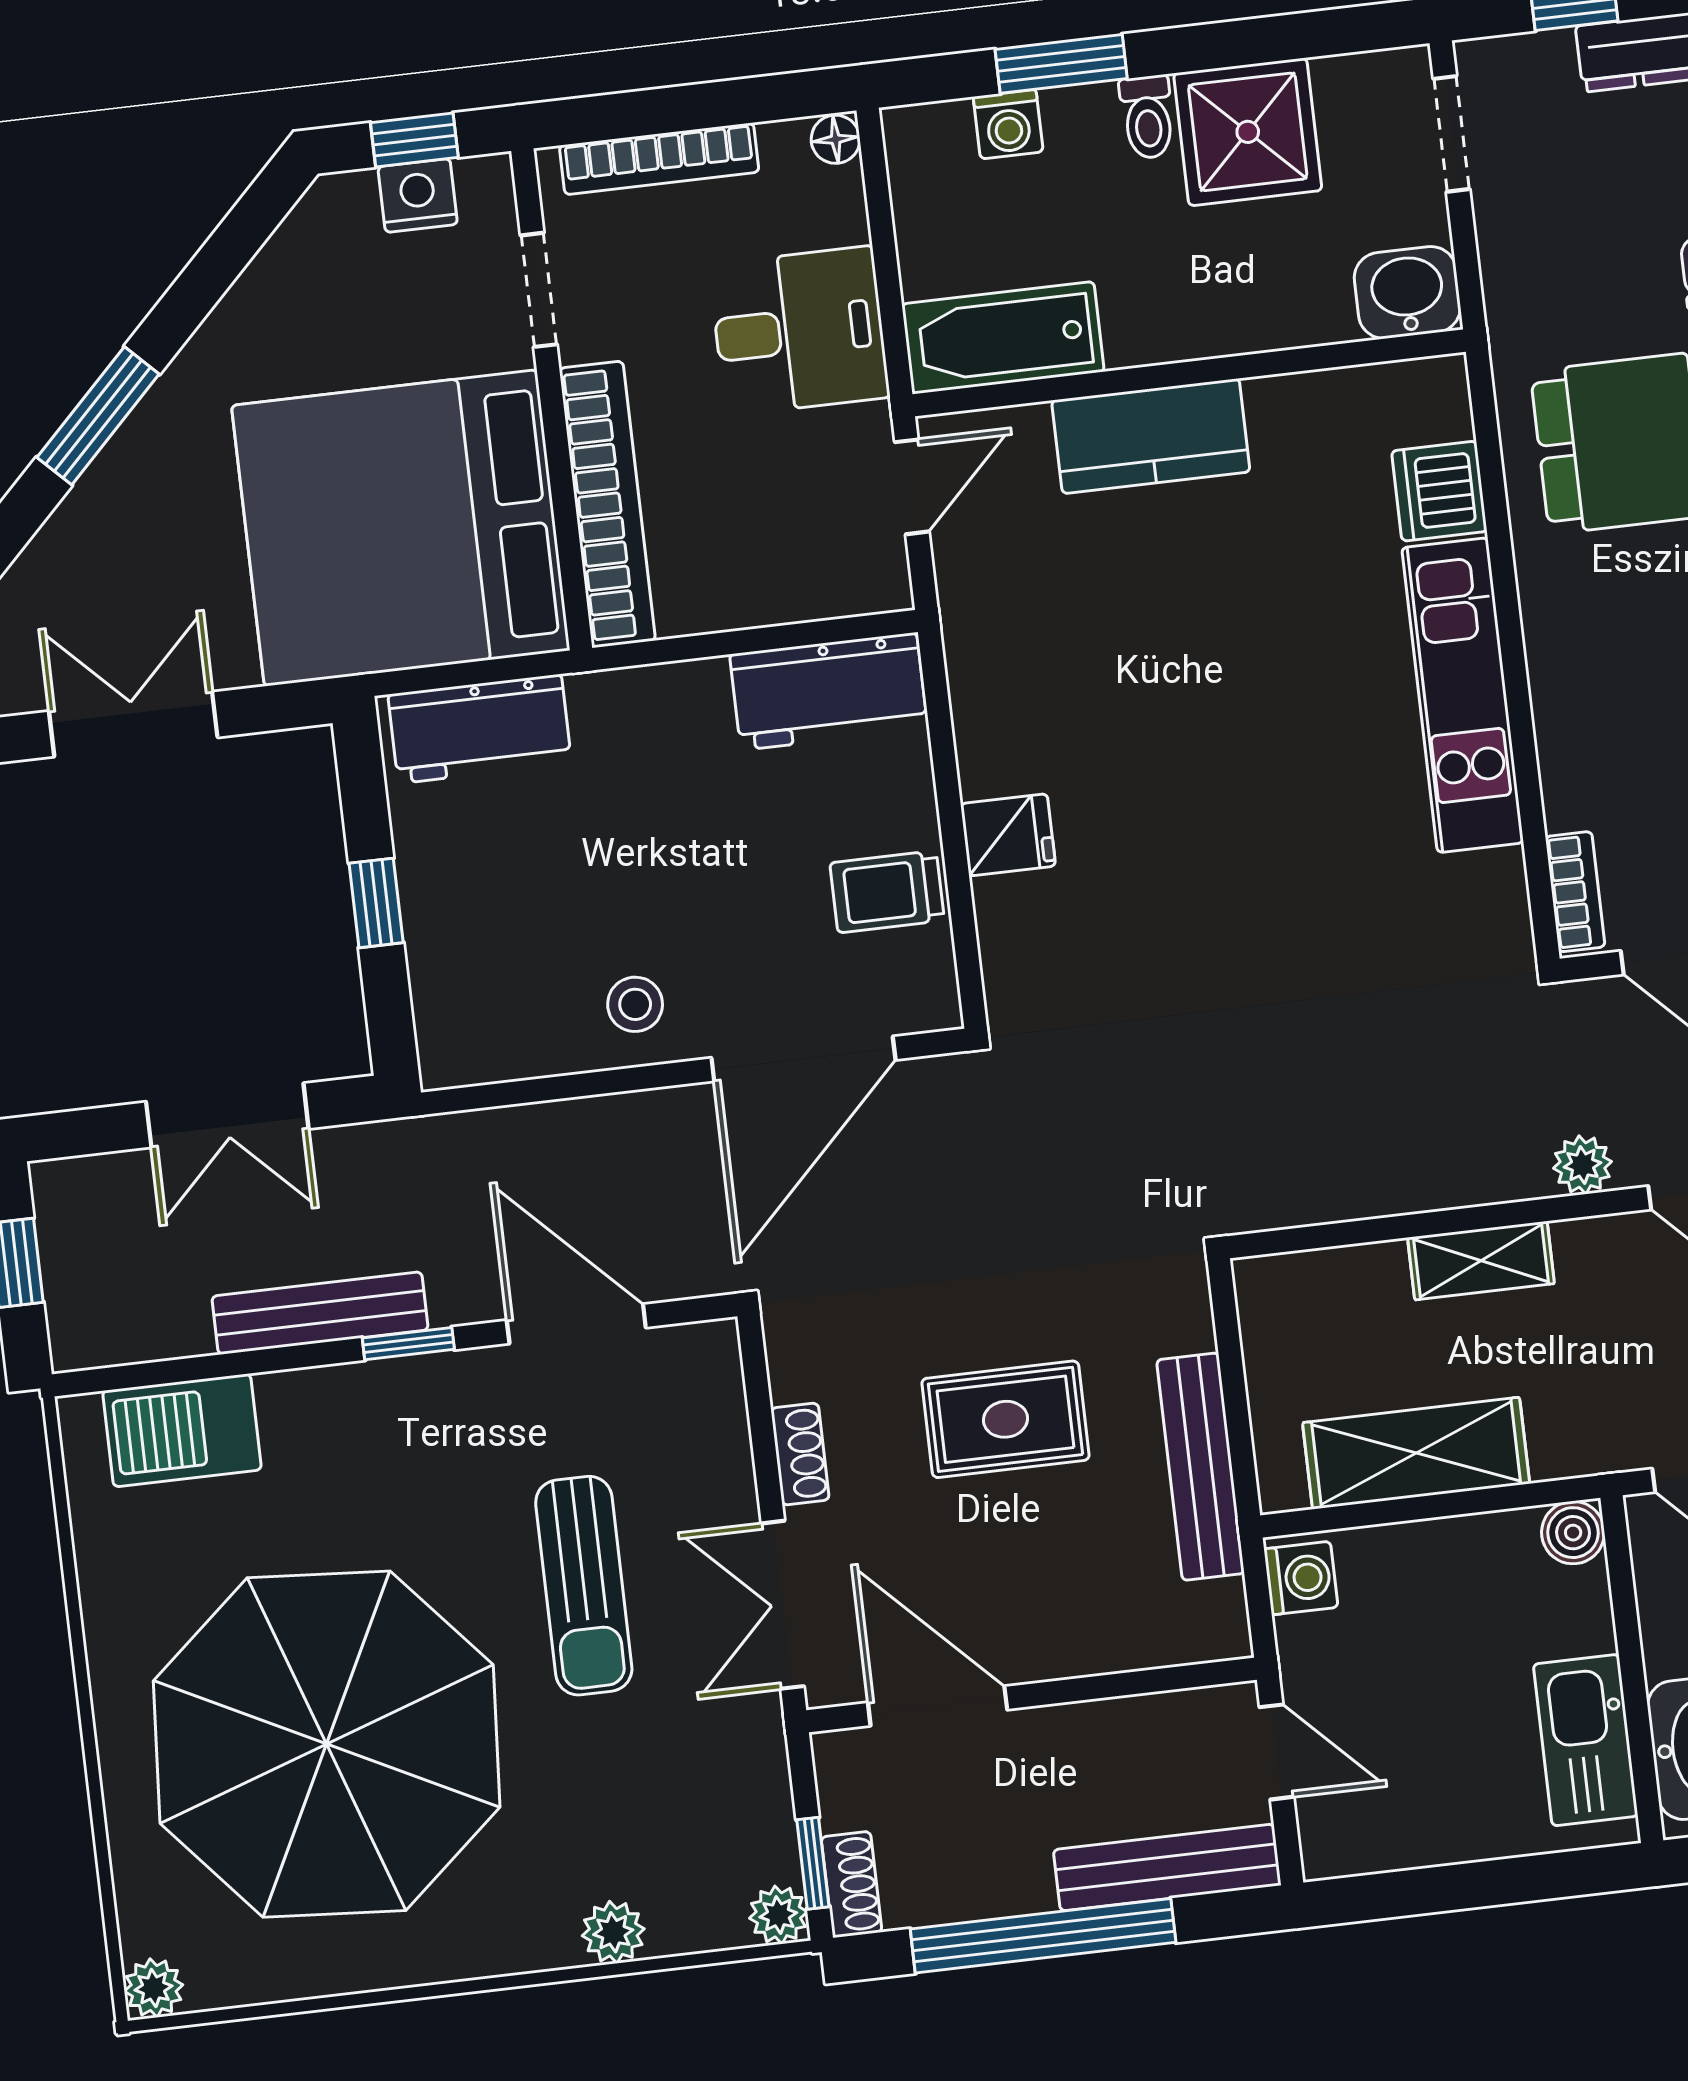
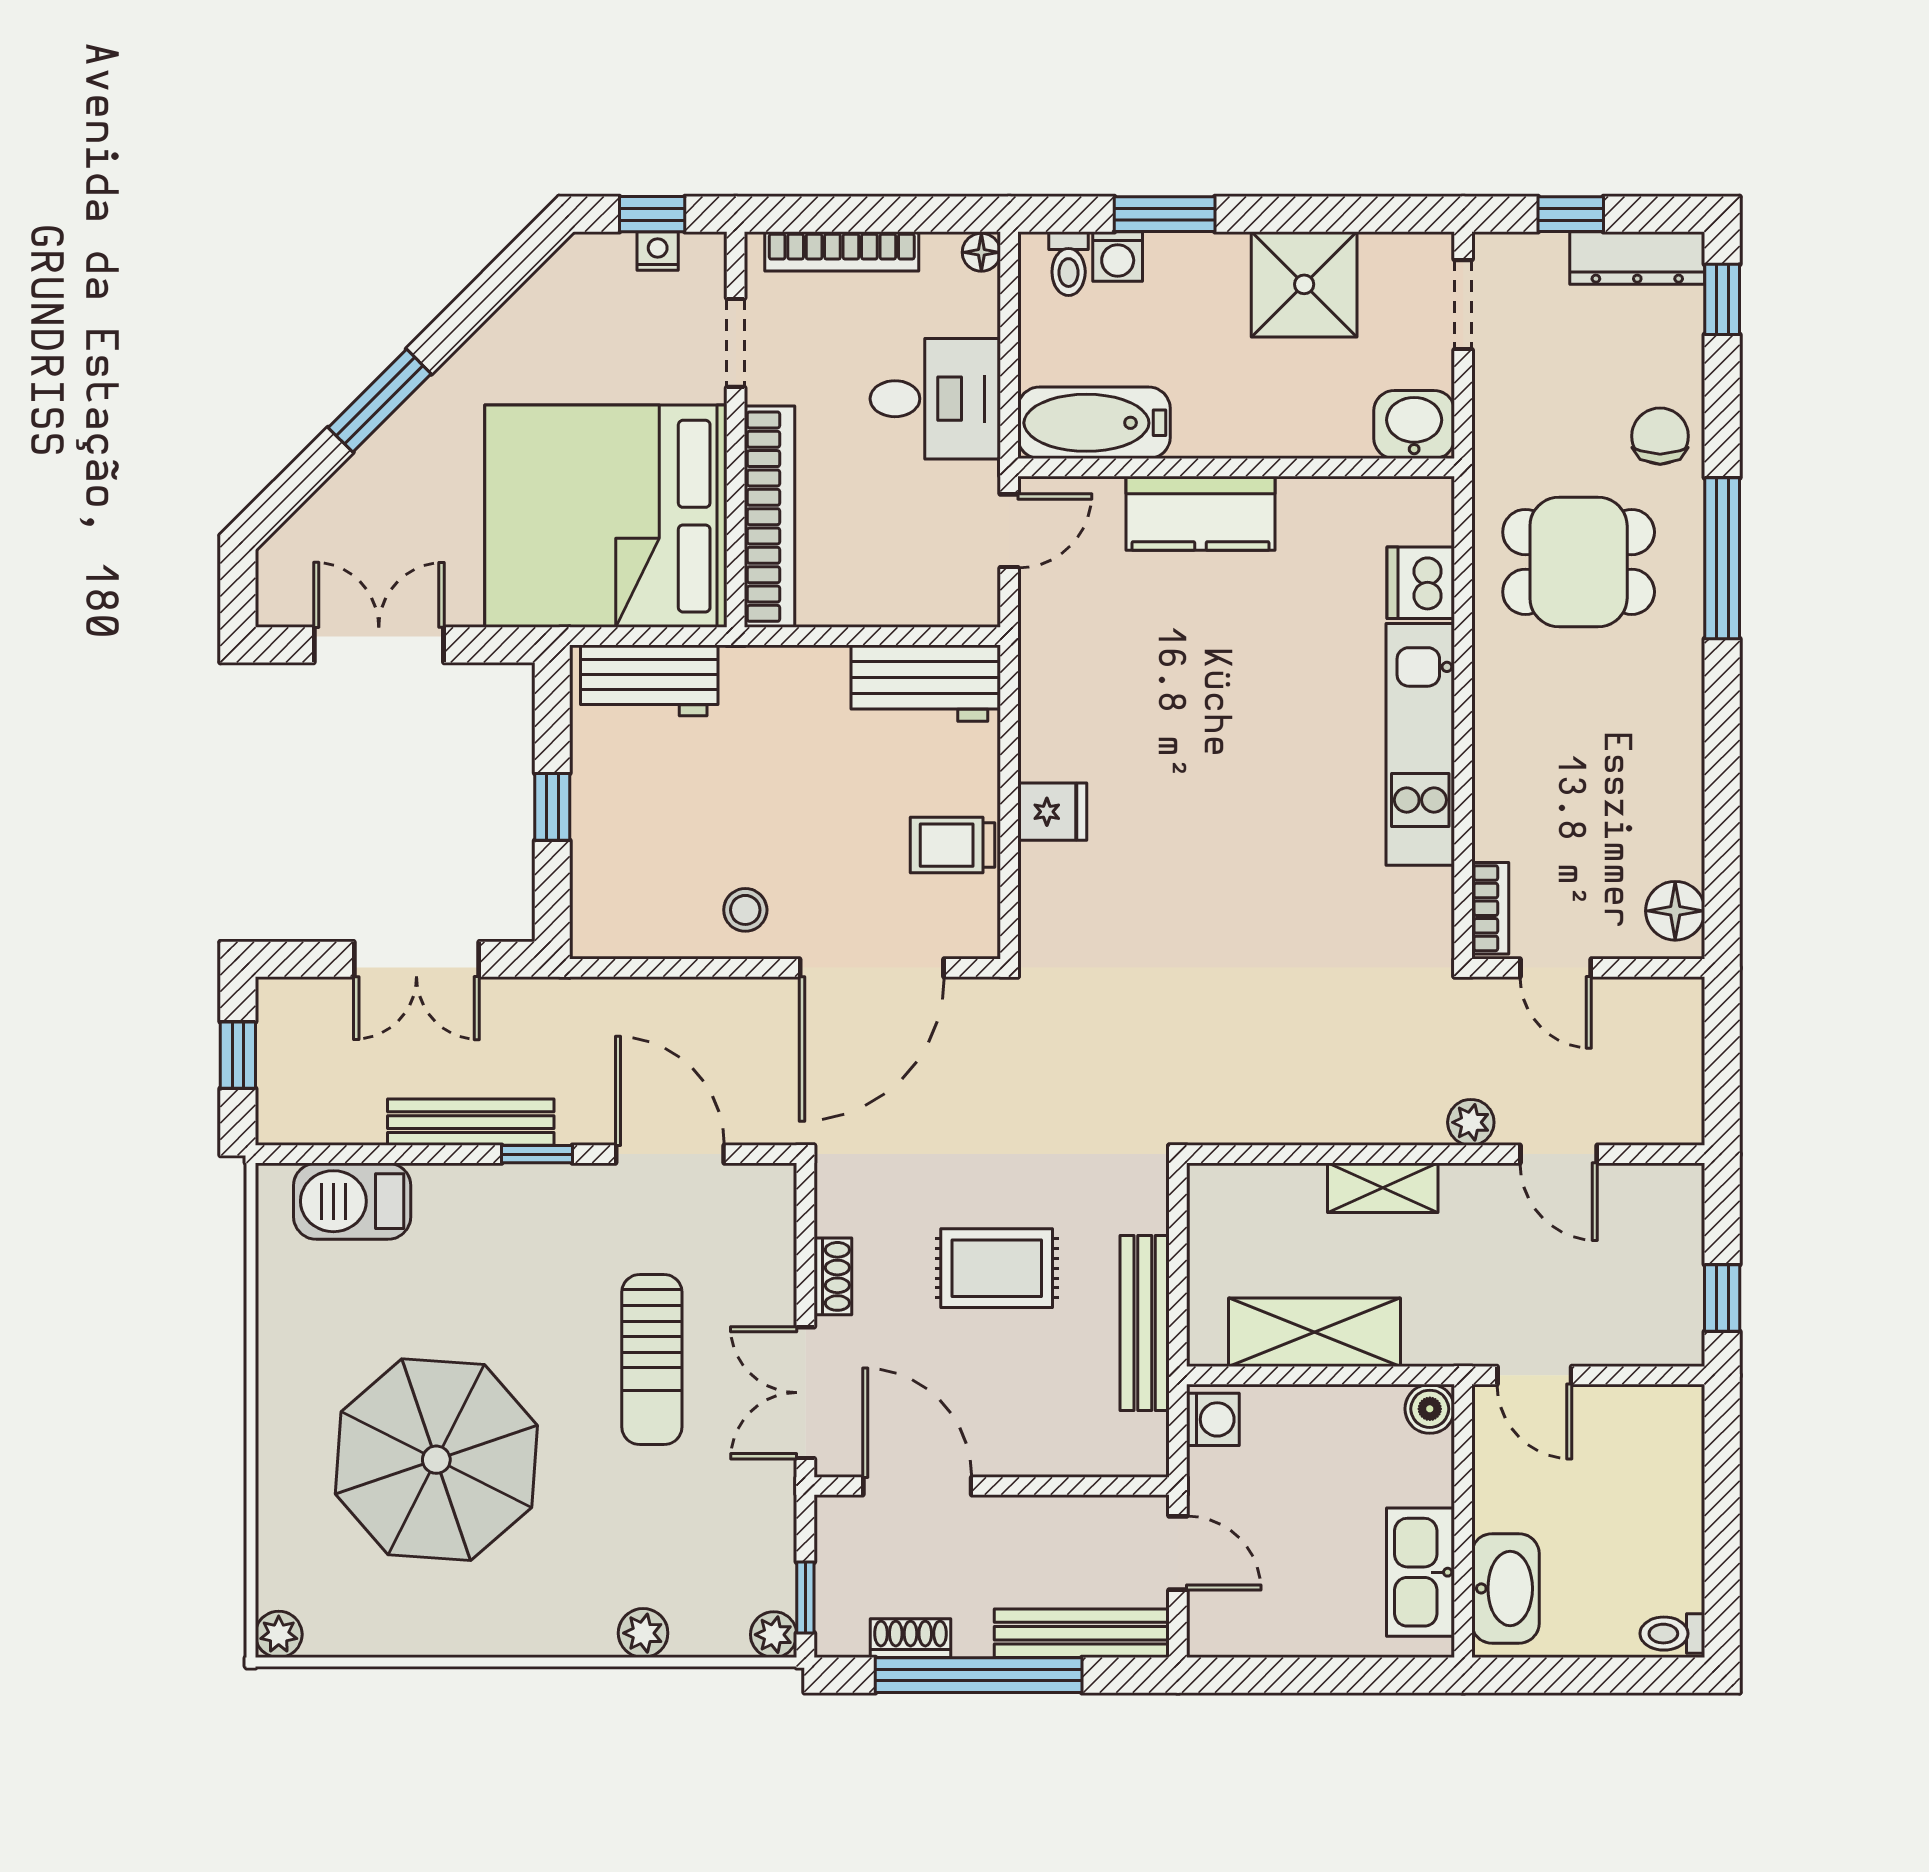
toilet: (1147, 117) -> (1069, 264), moved
nightstand: (418, 196) -> (658, 251), width x0.72, depth x0.74
parasol: (327, 1744) -> (436, 1460), width x0.73, depth x0.73
shoe rack: (852, 1885) -> (911, 1638), moved, turned -90

